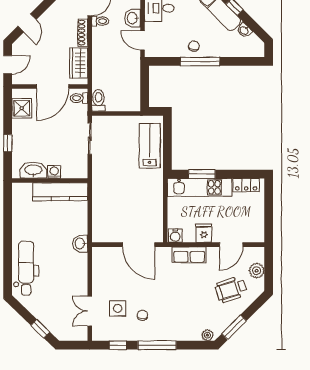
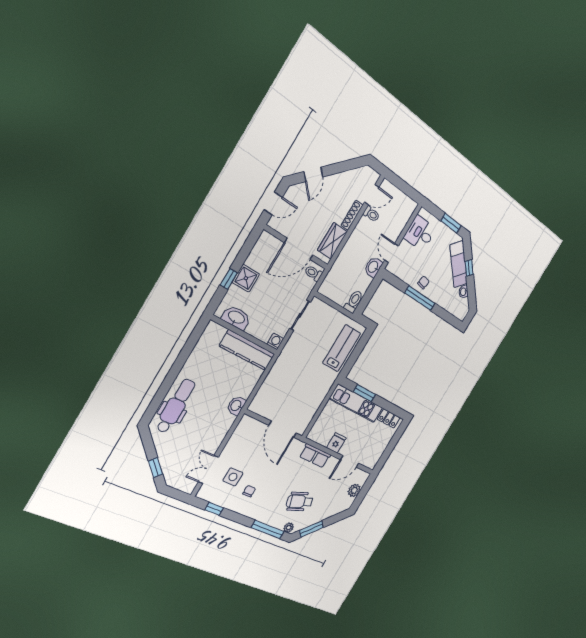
washbasin: (133, 18) -> (373, 267), moved
toilet: (98, 100) -> (354, 302), moved
shower: (22, 108) -> (246, 278), moved
washing machine: (54, 172) -> (275, 341), moved
water cooler: (175, 236) -> (314, 435), removed
wheelchair: (231, 289) -> (299, 502), moved
window: (157, 345) -> (268, 530), moved

